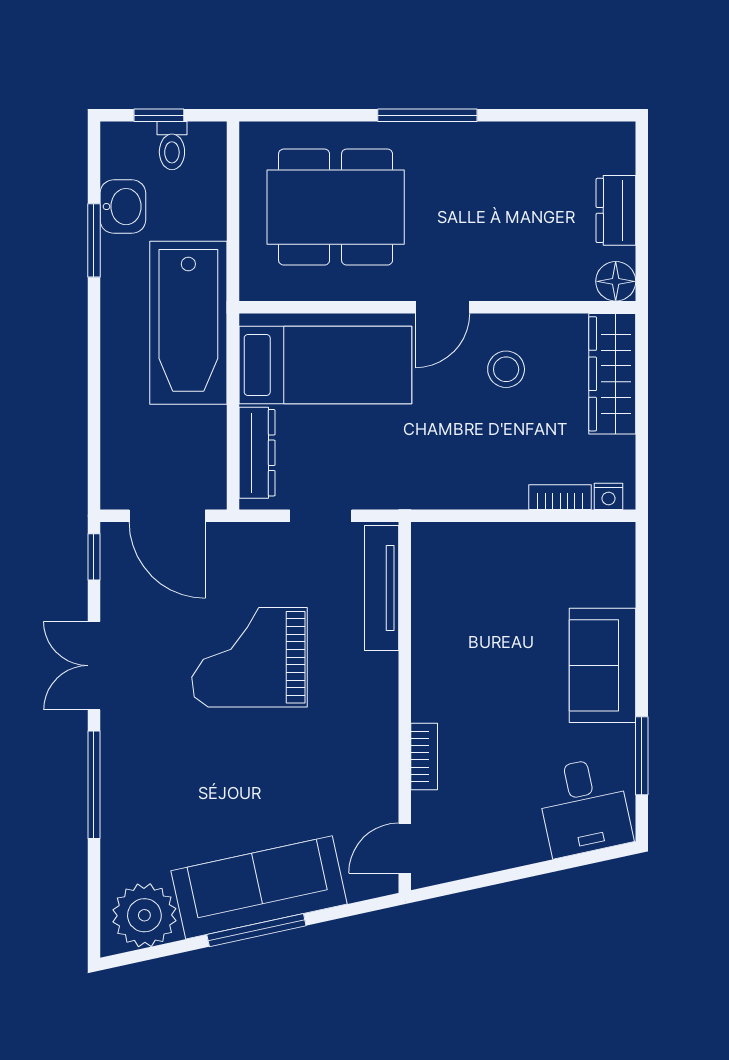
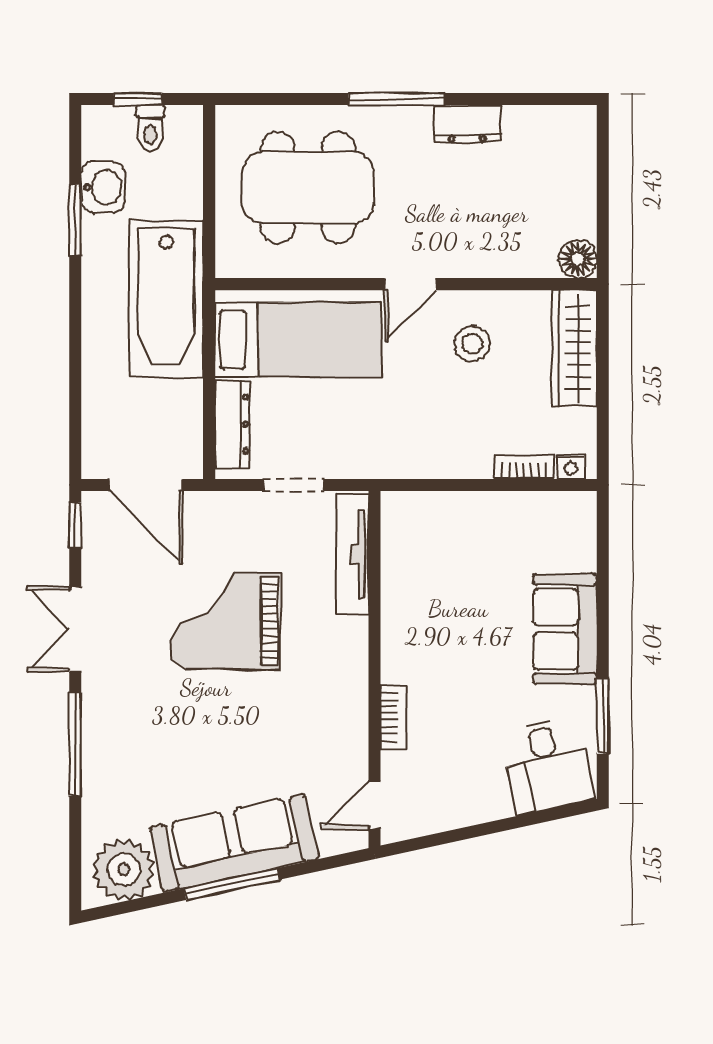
dresser: (616, 210) -> (467, 124), moved, turned -90

